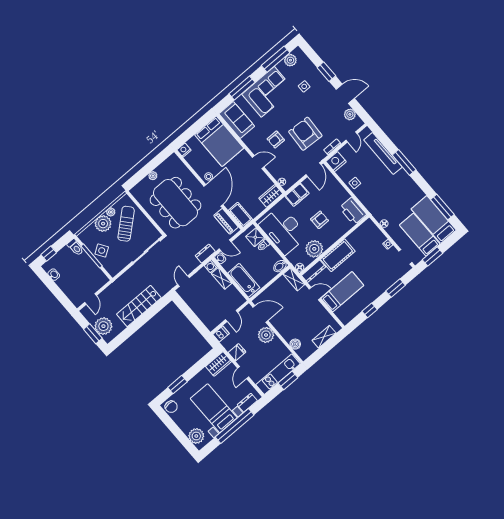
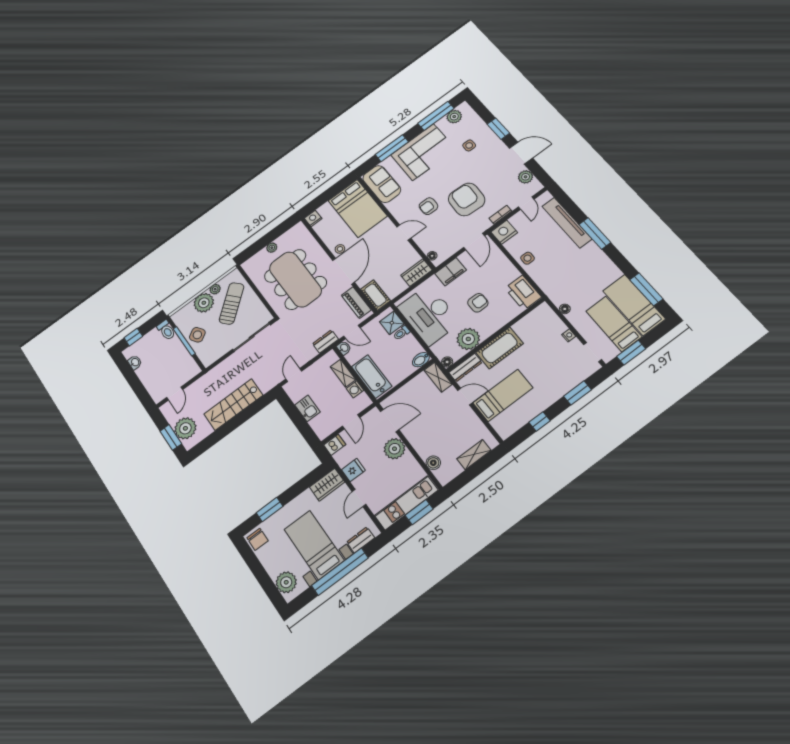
washing machine: (211, 266) -> (355, 389), moved
kitchen sink: (197, 307) -> (307, 408), added

